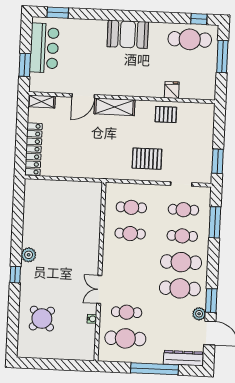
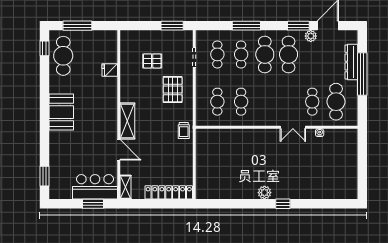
bar counter: (44, 48) -> (95, 187), moved
pallet: (166, 114) -> (152, 61), moved, turned 90
trolley: (101, 169) -> (184, 131), added
window: (215, 222) -> (246, 26), moved
round table: (42, 319) -> (322, 178), removed
dresser: (183, 358) -> (351, 62), moved

